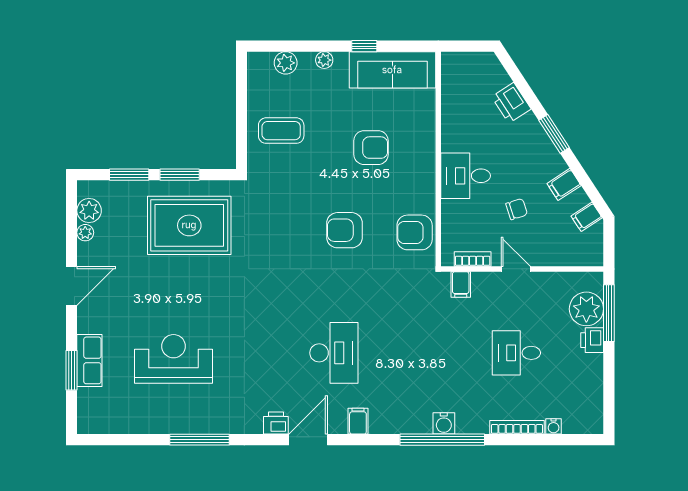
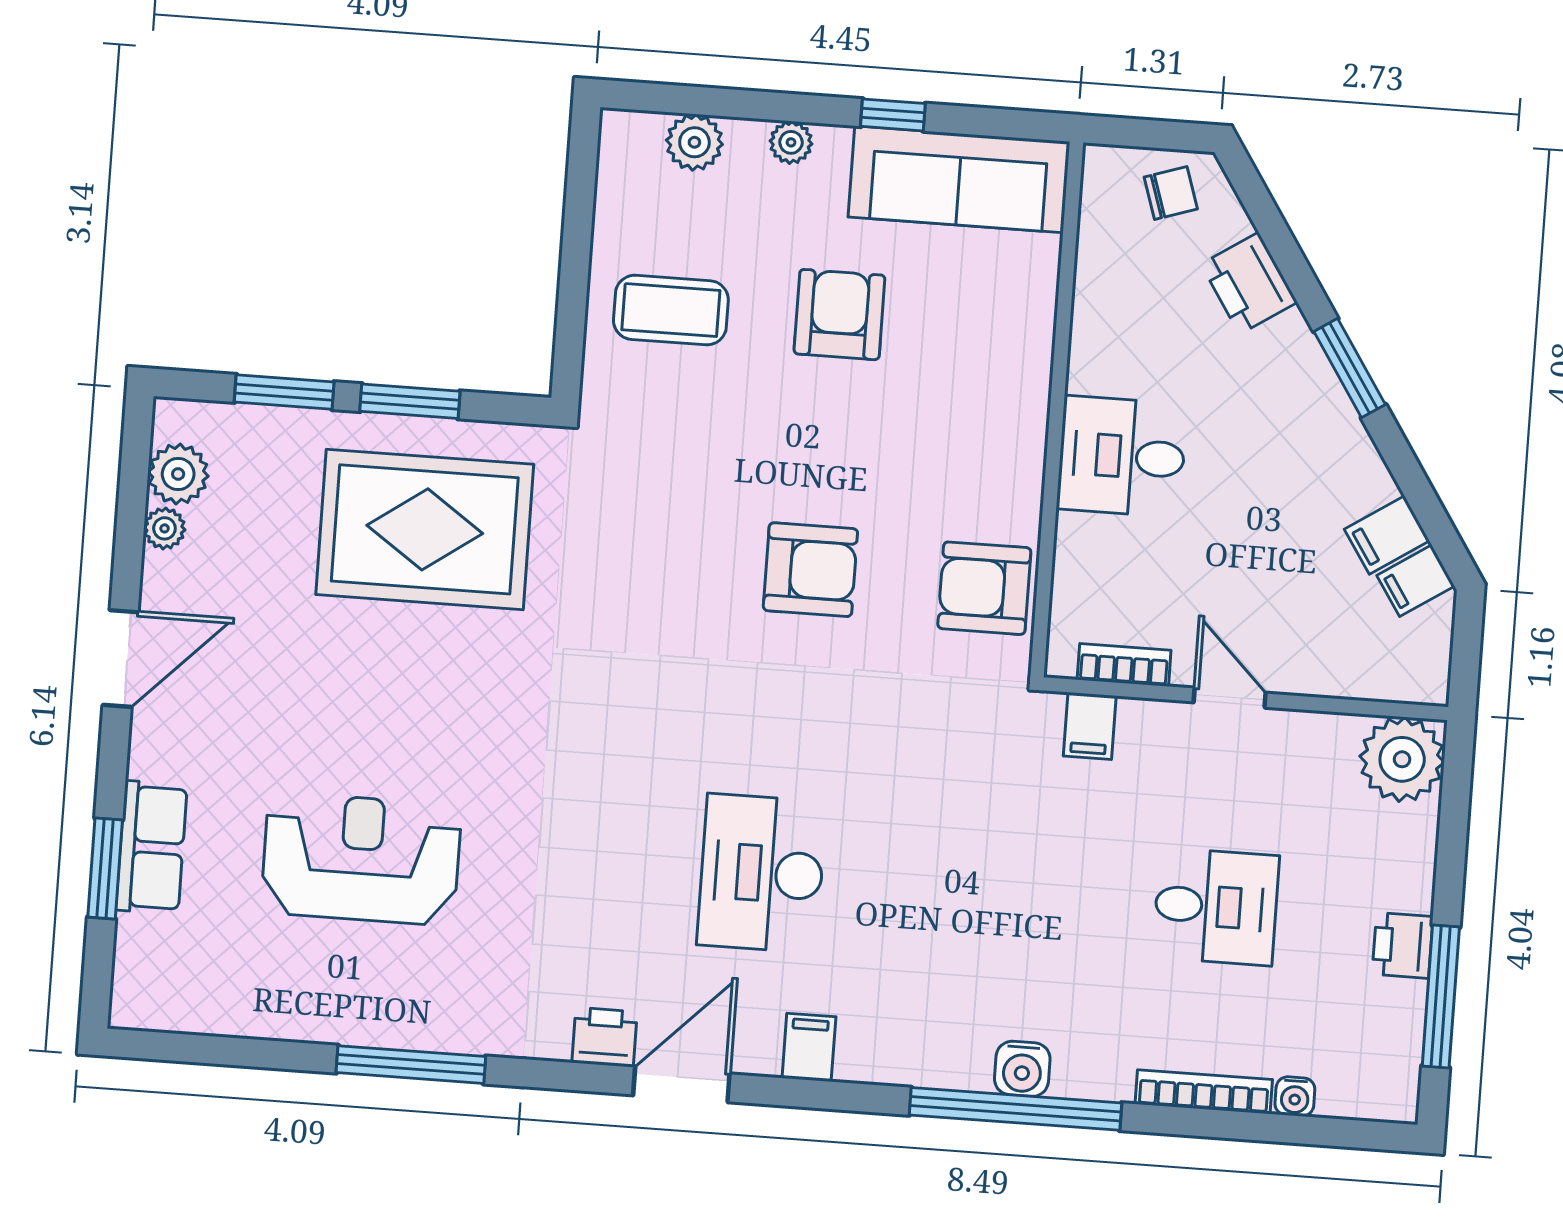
armchair: (371, 148) -> (839, 315), moved, turned -90
filing cabinet: (564, 184) -> (1387, 535), moved
chair: (517, 209) -> (1171, 193), moved
armchair: (345, 230) -> (810, 570), turned 180
plant: (586, 309) -> (1402, 759), moved
window: (609, 313) -> (1441, 997), moved
printer: (592, 340) -> (1403, 945), moved
desk: (334, 353) -> (762, 873), turned 180
desk: (516, 353) -> (1216, 907), turned 180

